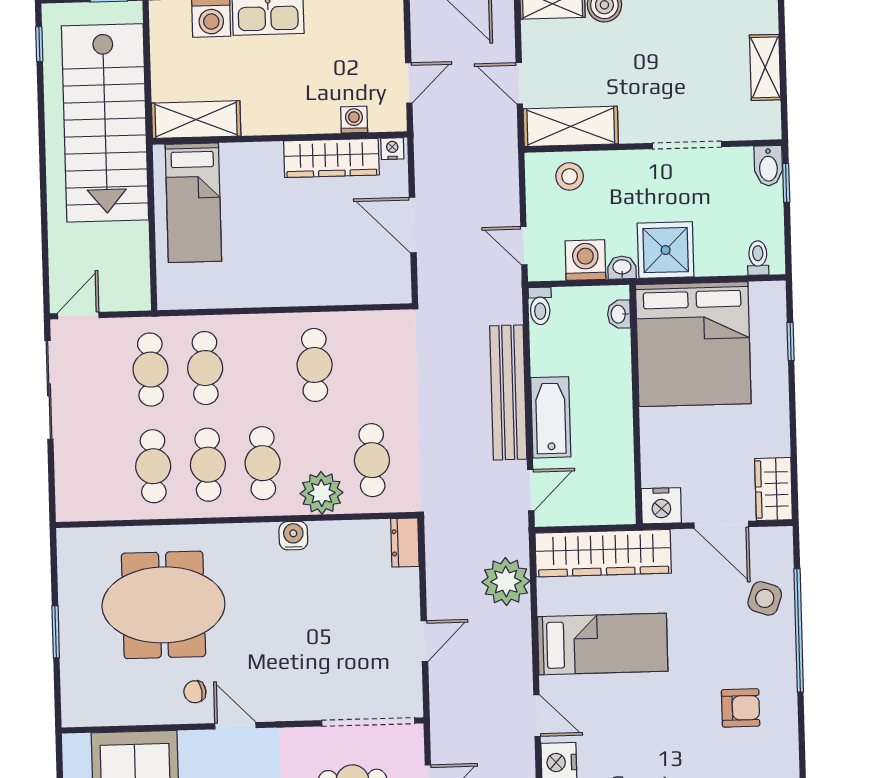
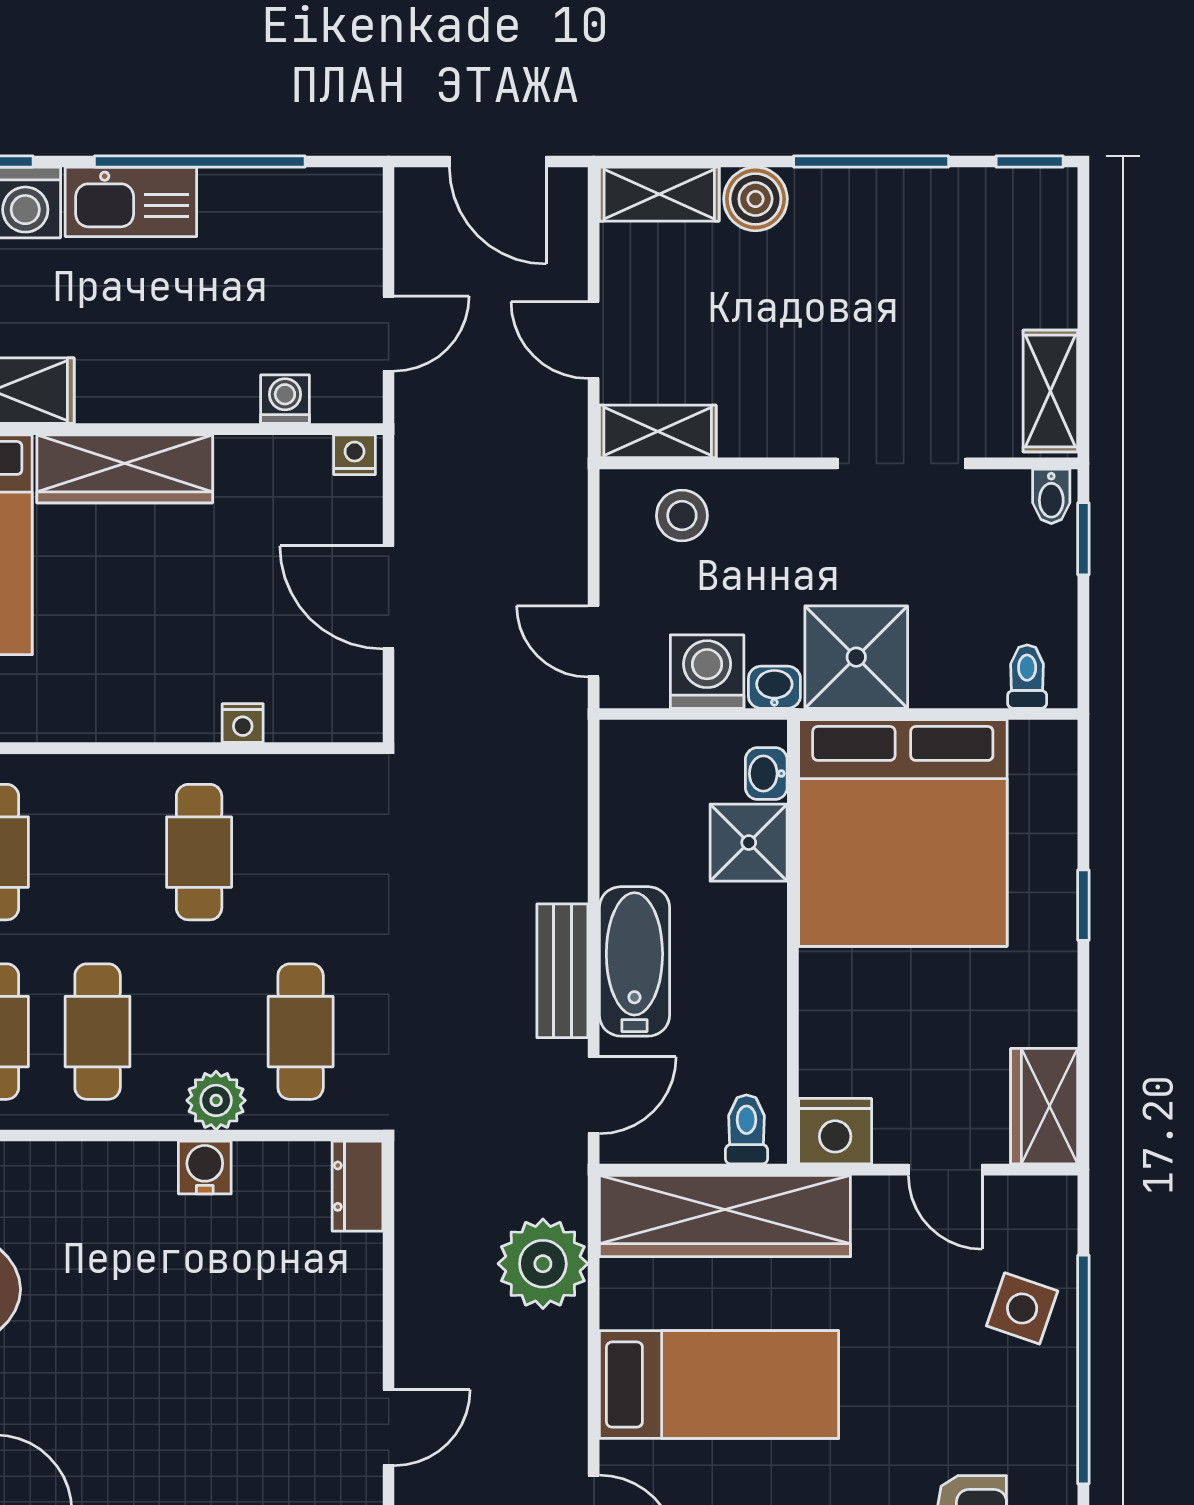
shelving: (765, 67) -> (1050, 391), moved
shelving: (571, 126) -> (658, 431), width x0.67, depth x0.75
wardrobe: (331, 158) -> (125, 469), moved
bidet: (768, 166) -> (1051, 496), width x0.72, depth x0.74
nightstand: (336, 295) -> (243, 723), added
toilet: (540, 306) -> (746, 1129), moved, turned 180
window: (791, 341) -> (1083, 905), moved
shower: (610, 352) -> (749, 843), added
bench: (508, 392) -> (562, 971), width x0.54, depth x0.82
plant: (322, 493) -> (216, 1100), width x0.73, depth x0.73
door: (721, 525) -> (945, 1170), width x0.73
water cooler: (293, 536) -> (205, 1168), moved
door: (424, 641) -> (389, 1428), moved

